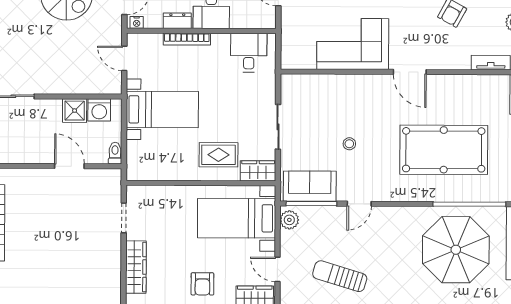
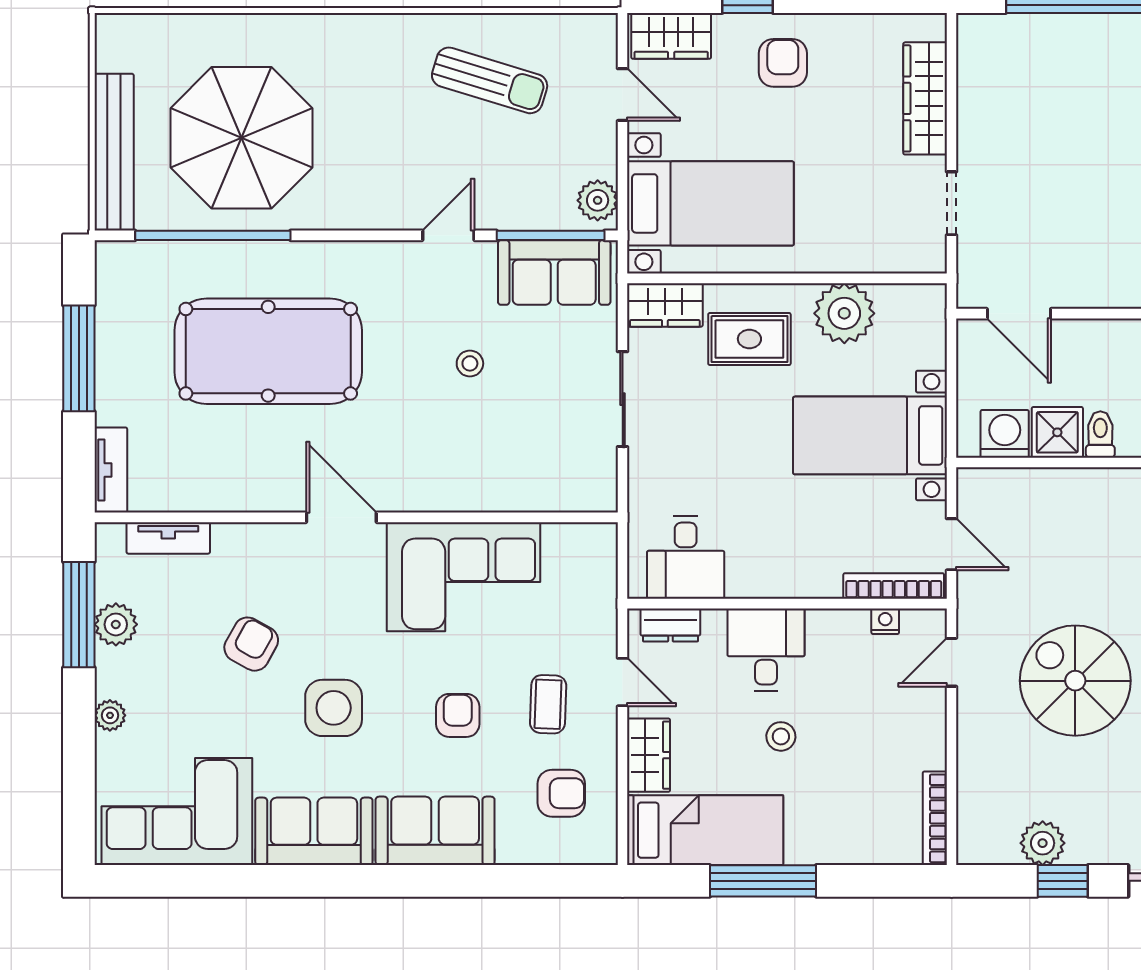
dresser: (177, 21) -> (670, 625), moved
nightstand: (137, 22) -> (885, 621), moved
bookcase: (187, 39) -> (894, 586), moved
toilet: (115, 153) -> (1100, 435), moved, turned 180
door: (69, 166) -> (1019, 314), moved
plant: (174, 167) -> (844, 313), added

